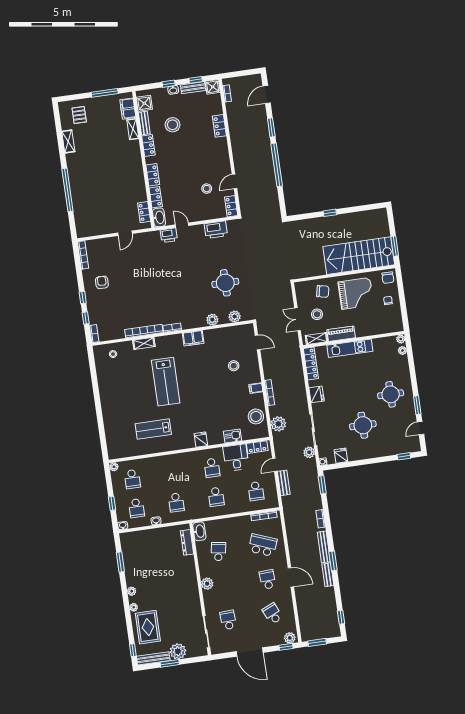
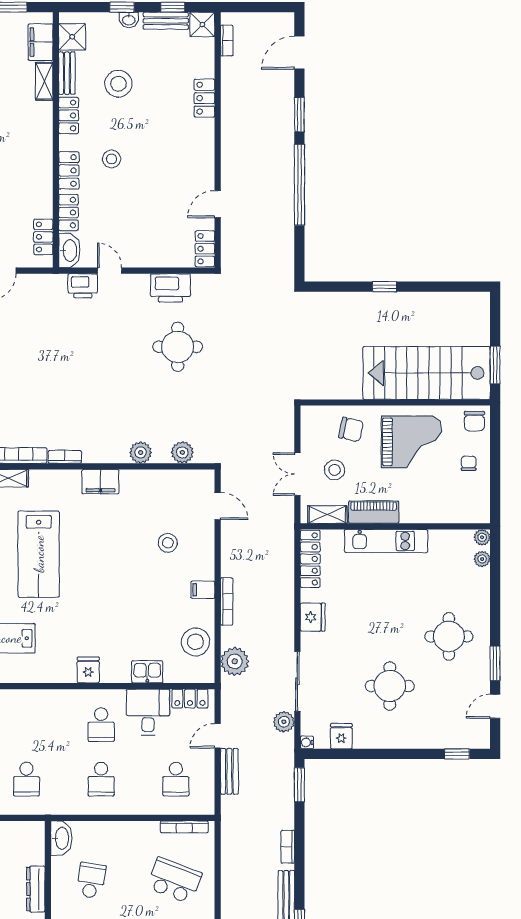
stool: (207, 189) -> (111, 159), moved
round table: (225, 283) -> (178, 347), moved
dresser: (187, 542) -> (36, 889), moved

